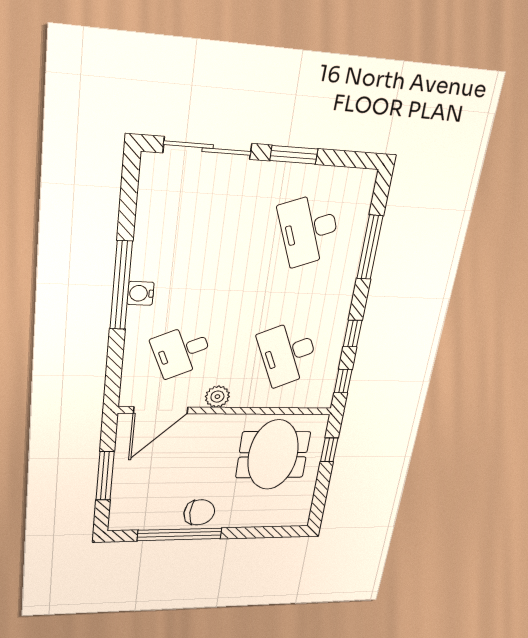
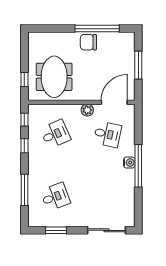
window: (294, 155) -> (56, 230), moved
desk: (309, 230) -> (55, 197), width x0.73
desk: (182, 351) -> (107, 134), turned 36
desk: (288, 353) -> (55, 134), width x0.73

